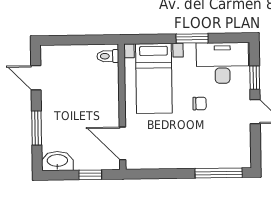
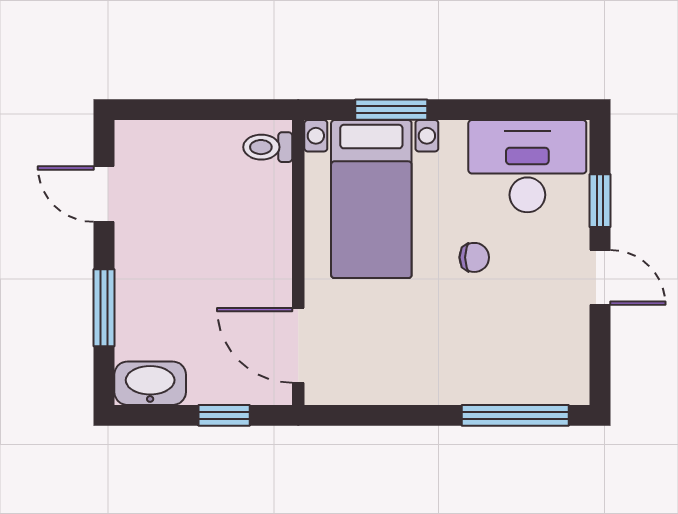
window: (192, 38) -> (391, 110), moved

